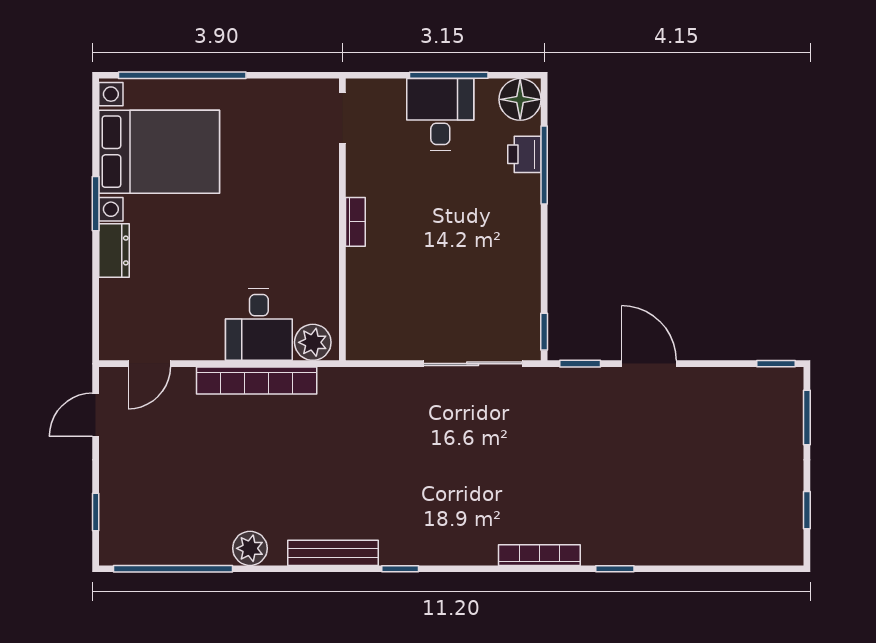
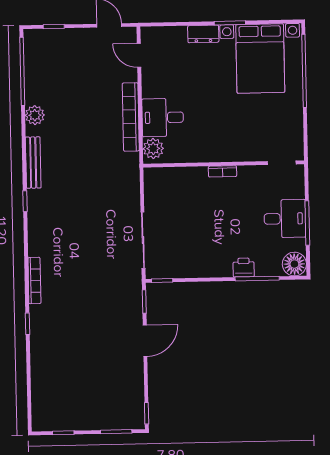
printer: (524, 154) -> (244, 268), moved

